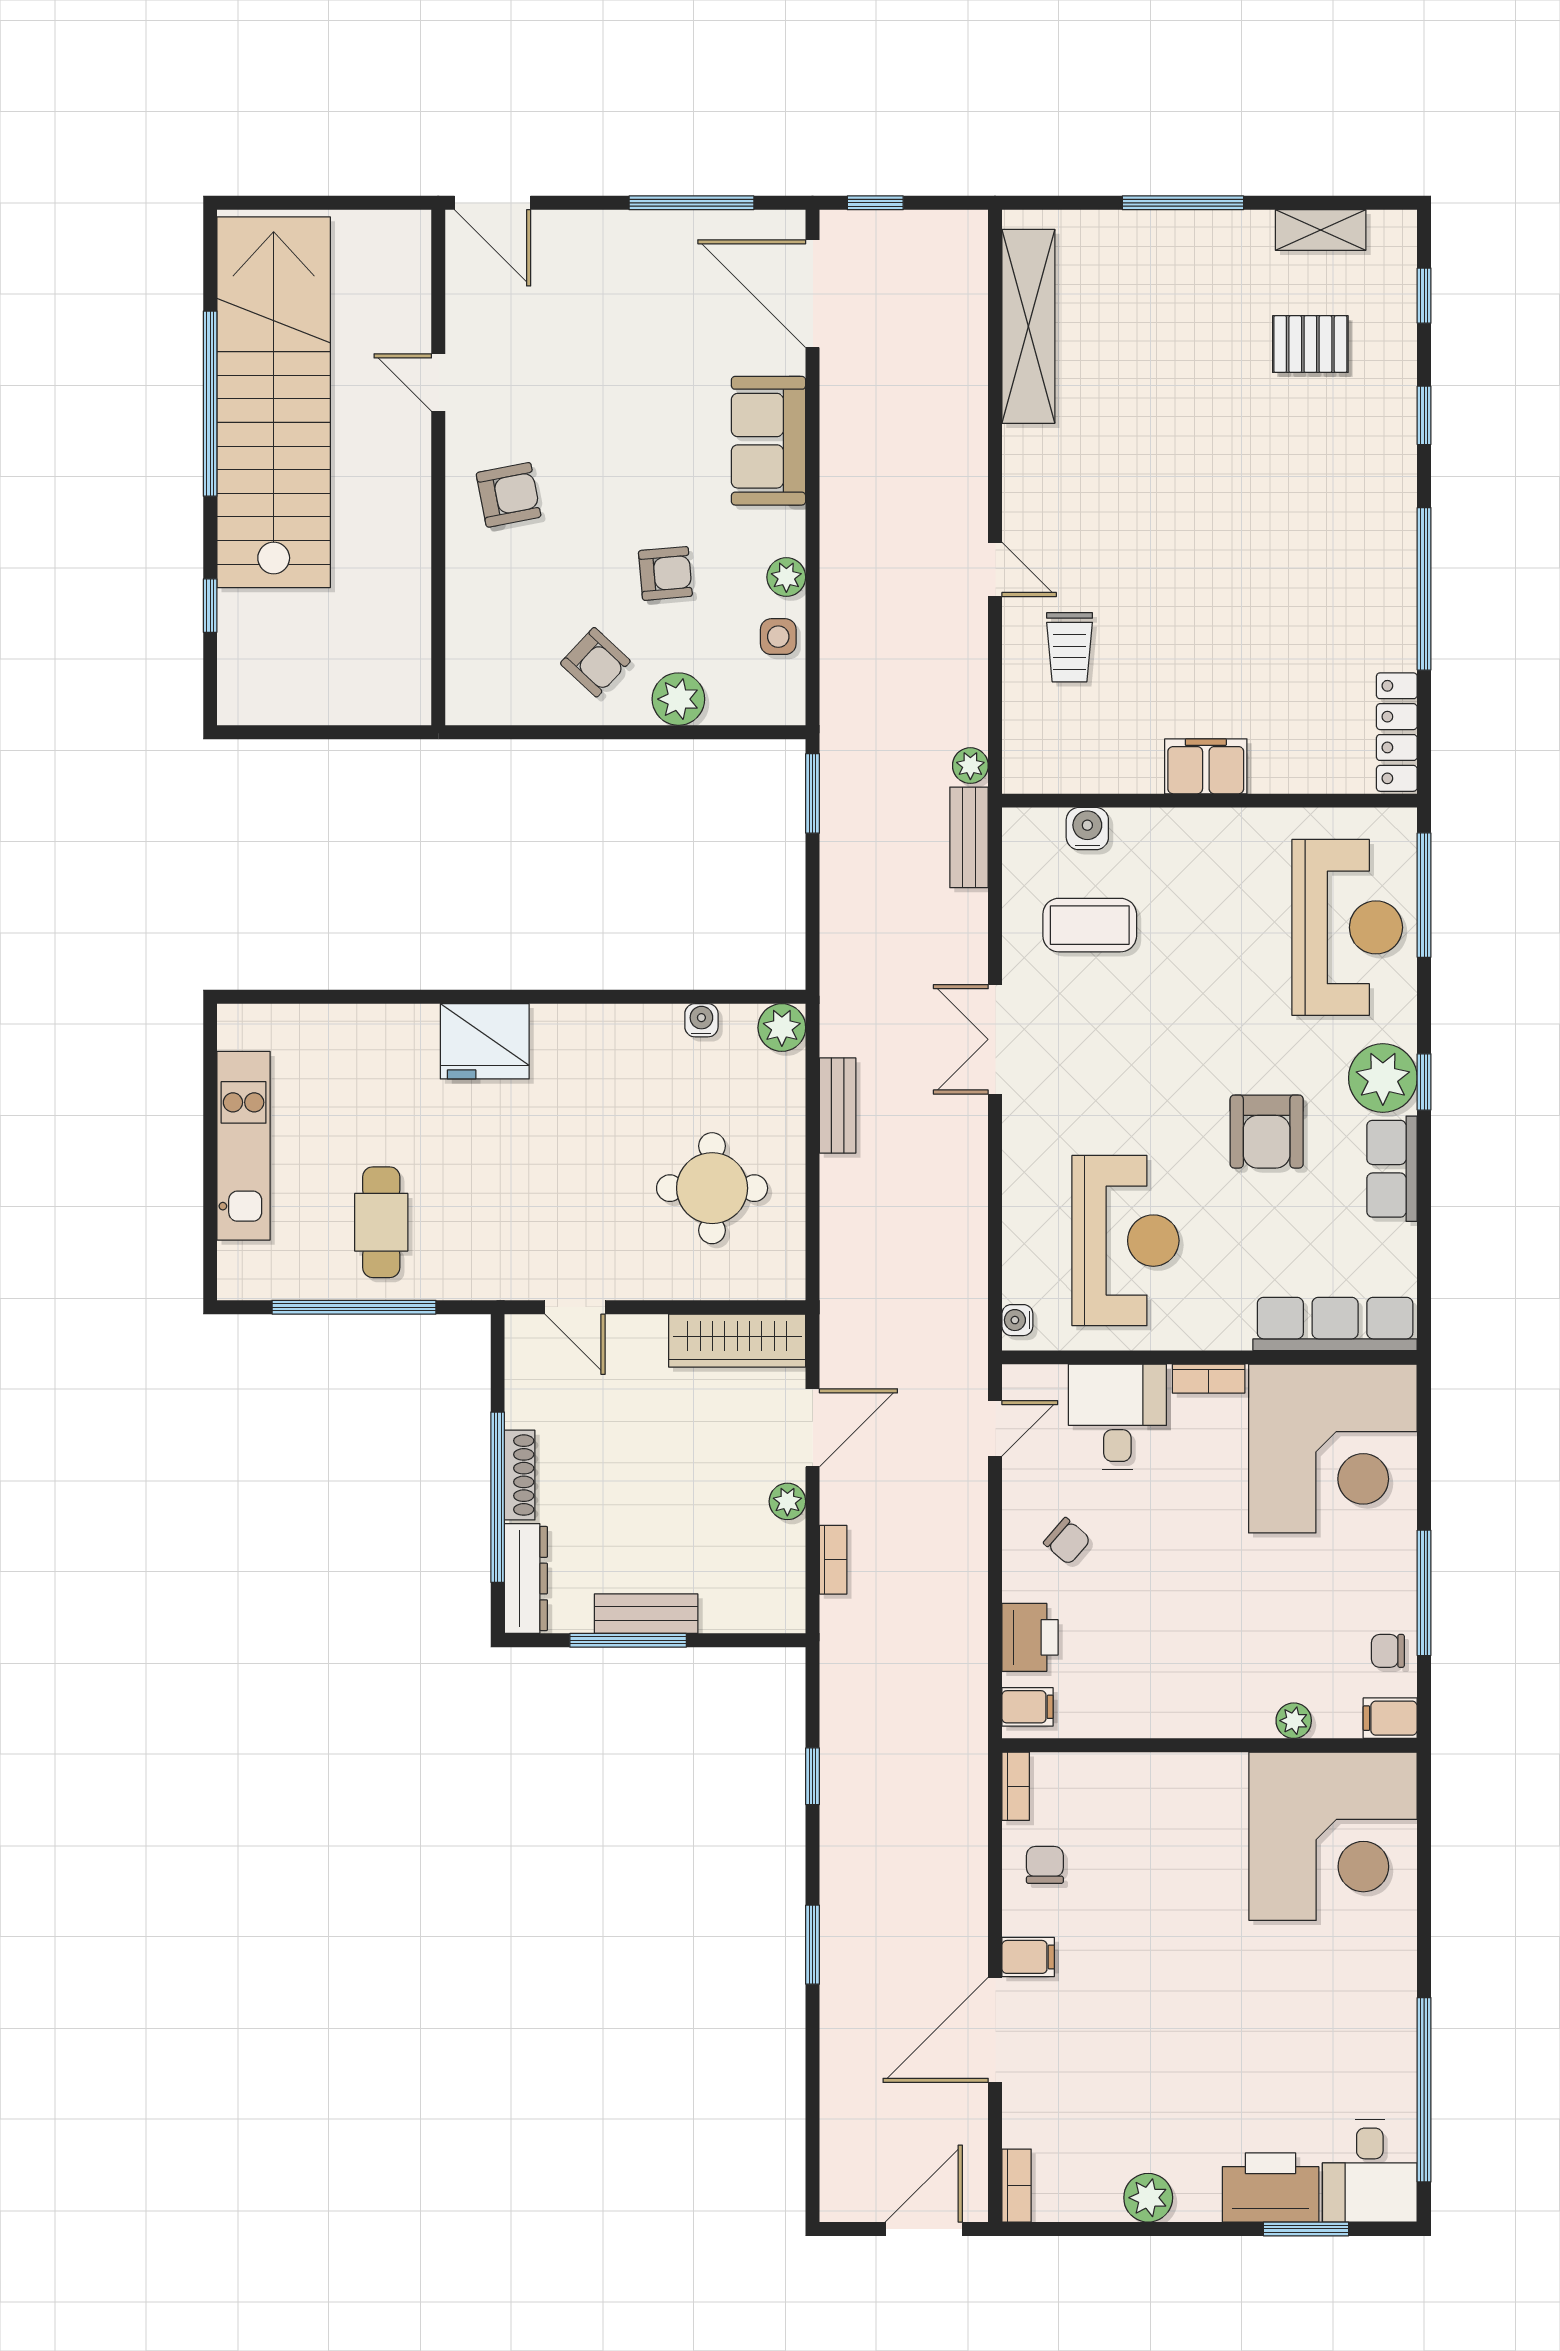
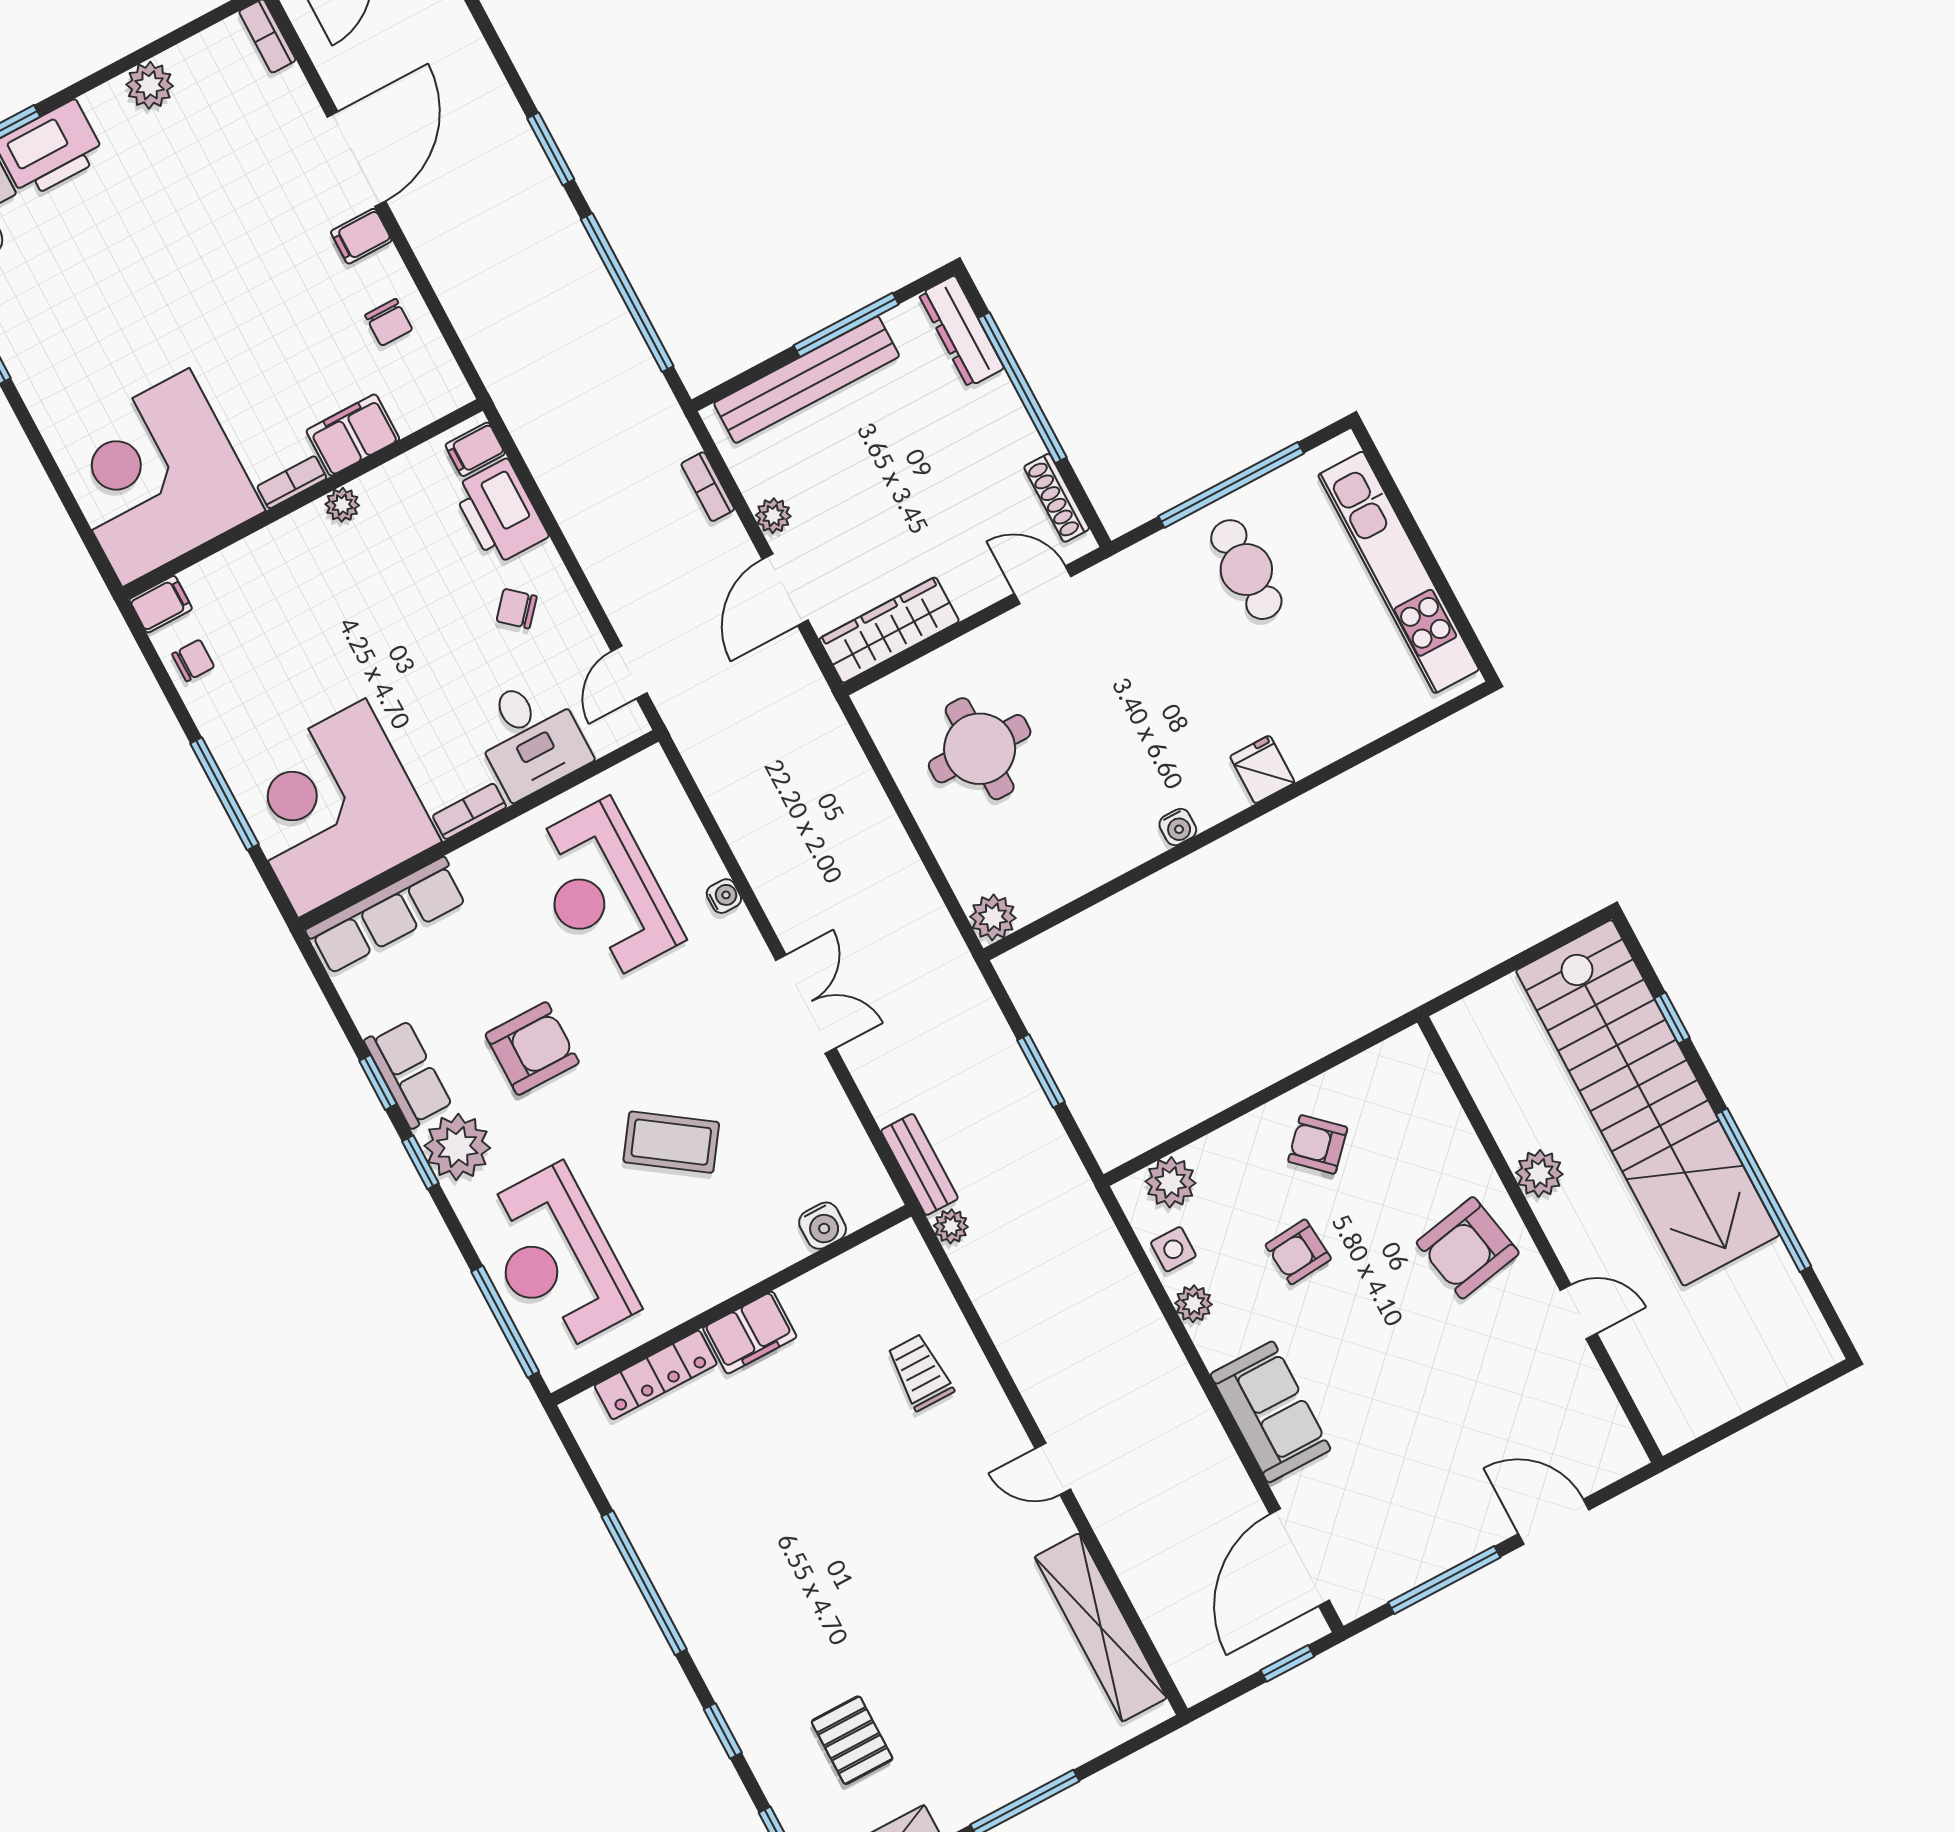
door: (492, 203) -> (1554, 1522), moved
door: (813, 294) -> (1300, 1557), swing flipped
pallet: (1310, 344) -> (852, 1740), turned 90
stairs: (274, 402) -> (1648, 1103), moved
armchair: (509, 495) -> (1468, 1248), width x1.38, depth x1.38
plant: (407, 528) -> (1539, 1173), added
door: (995, 569) -> (1053, 1469), moved
plant: (678, 699) -> (1171, 1182), moved
locker: (1397, 732) -> (656, 1375), moved, turned 90
window: (813, 793) -> (1041, 1071), moved
coffee table: (1090, 925) -> (671, 1142), moved, turned 35
water cooler: (701, 1020) -> (1178, 827), moved
fridge: (485, 1041) -> (1262, 769), width x0.53, depth x0.75
bench: (838, 1105) -> (910, 876), removed
armchair: (1267, 1132) -> (532, 1049), turned 90
kitchen unit: (244, 1146) -> (1398, 572), width x1.36
window: (1424, 1176) -> (378, 1082), added
water cooler: (1017, 1320) -> (724, 896), moved
shoe rack: (520, 1475) -> (1057, 498), moved
window: (1424, 1593) -> (224, 794), moved
bench: (646, 1614) -> (807, 380), width x1.86, depth x1.21
printer: (1030, 1637) -> (500, 512), width x1.37, depth x1.19
plant: (1294, 1721) -> (342, 505), moved
window: (813, 1776) -> (627, 293), width x3.17
filing cabinet: (1132, 1779) -> (353, 435), added
bookcase: (1016, 1786) -> (292, 482), moved, turned 90

